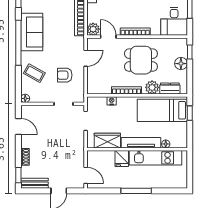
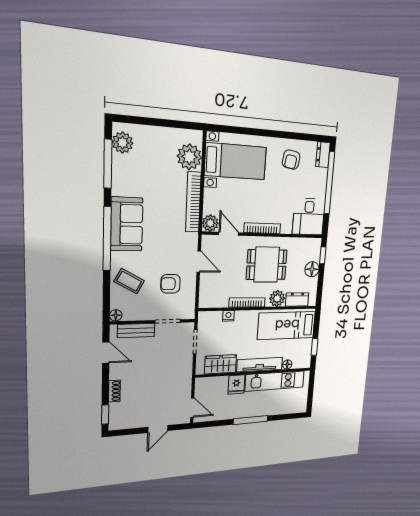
door: (86, 58) -> (199, 262), hinge flipped
window: (190, 113) -> (315, 347), moved
bench: (34, 183) -> (136, 331), moved

